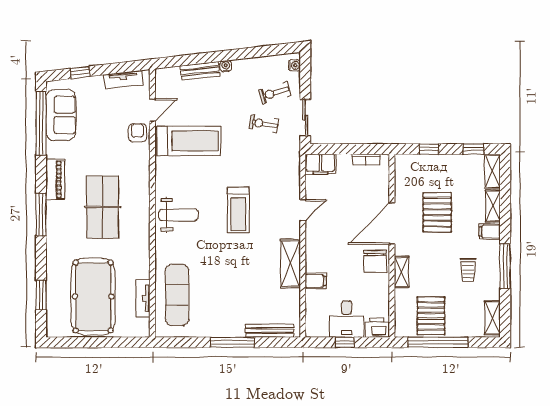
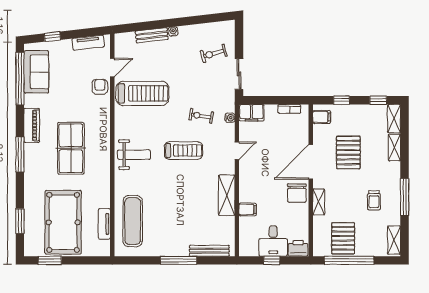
water cooler: (294, 65) -> (230, 118), moved
exercise bike: (264, 124) -> (201, 116), moved
treadmill: (238, 210) -> (183, 151), turned -90
filing cabinet: (490, 232) -> (322, 117), moved, turned 180
window: (77, 342) -> (50, 260), added

